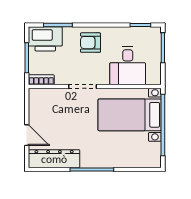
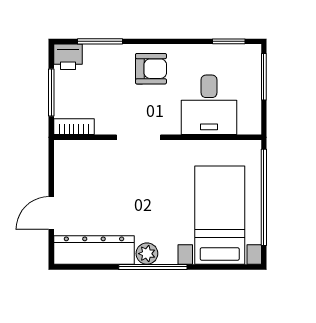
printer: (45, 39) -> (68, 57), width x0.53, depth x0.68
armchair: (91, 43) -> (151, 69), turned 180
bed with nightstands: (130, 115) -> (220, 215), moved, turned 90
door: (27, 135) -> (51, 213), swing flipped
plant: (88, 161) -> (147, 254), added

